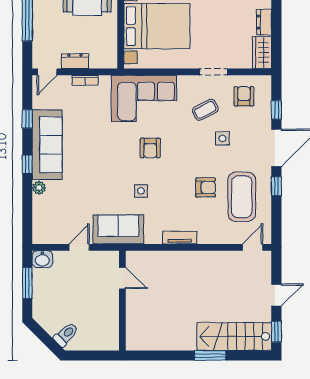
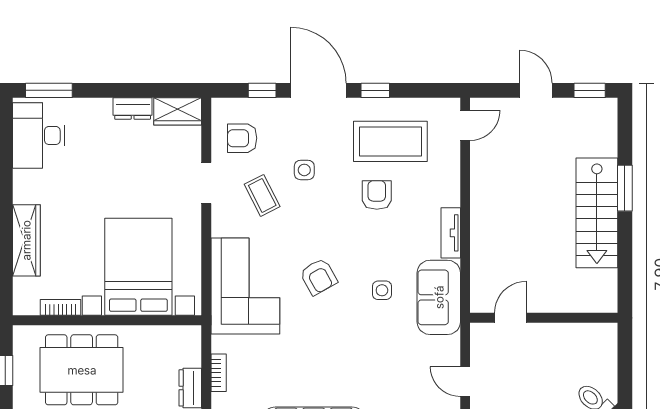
armchair: (150, 148) -> (318, 277), turned 61
sofa: (118, 229) -> (439, 297), moved
door: (253, 247) -> (465, 125), swing flipped
stairs: (234, 336) -> (597, 213), moved

